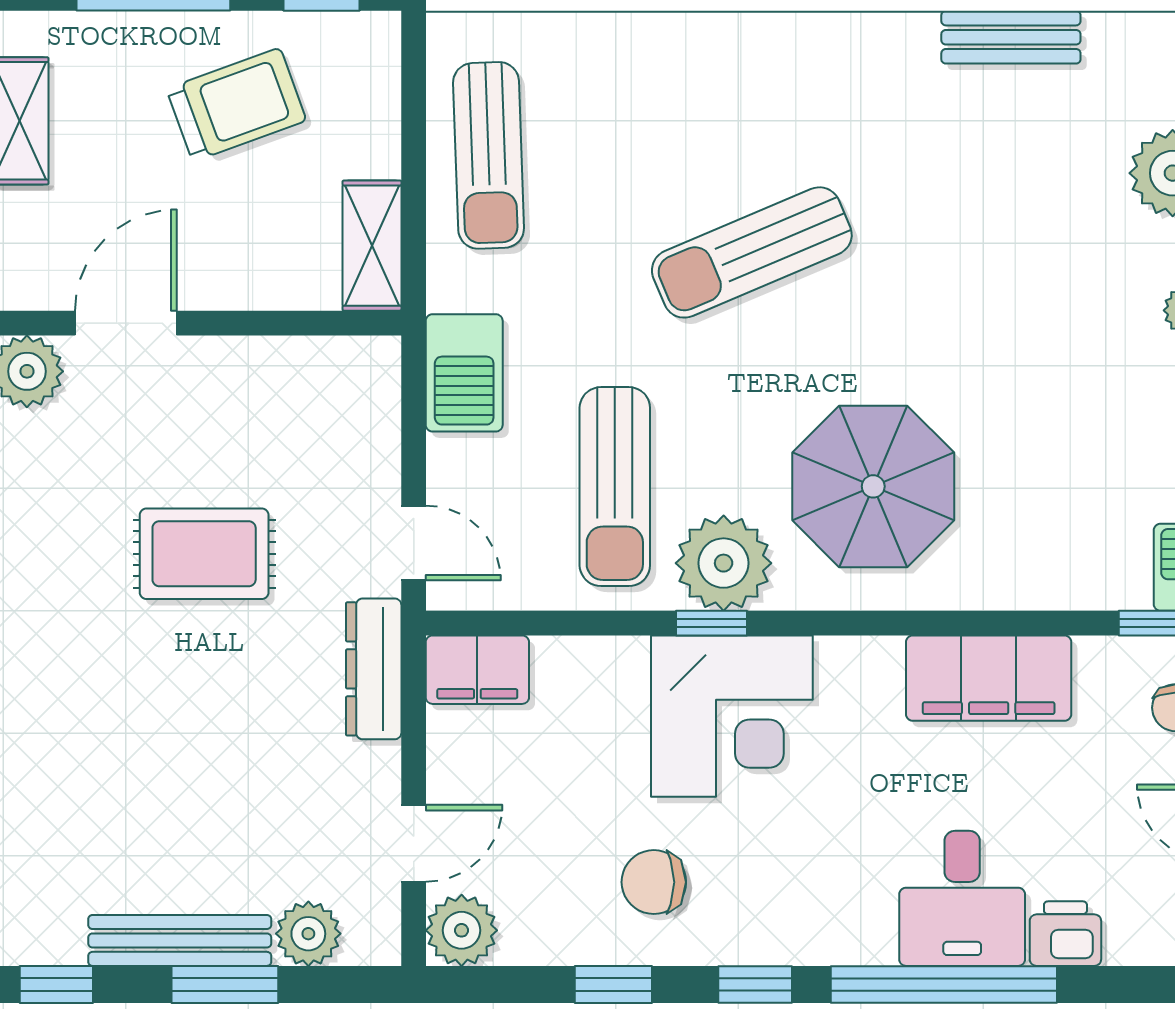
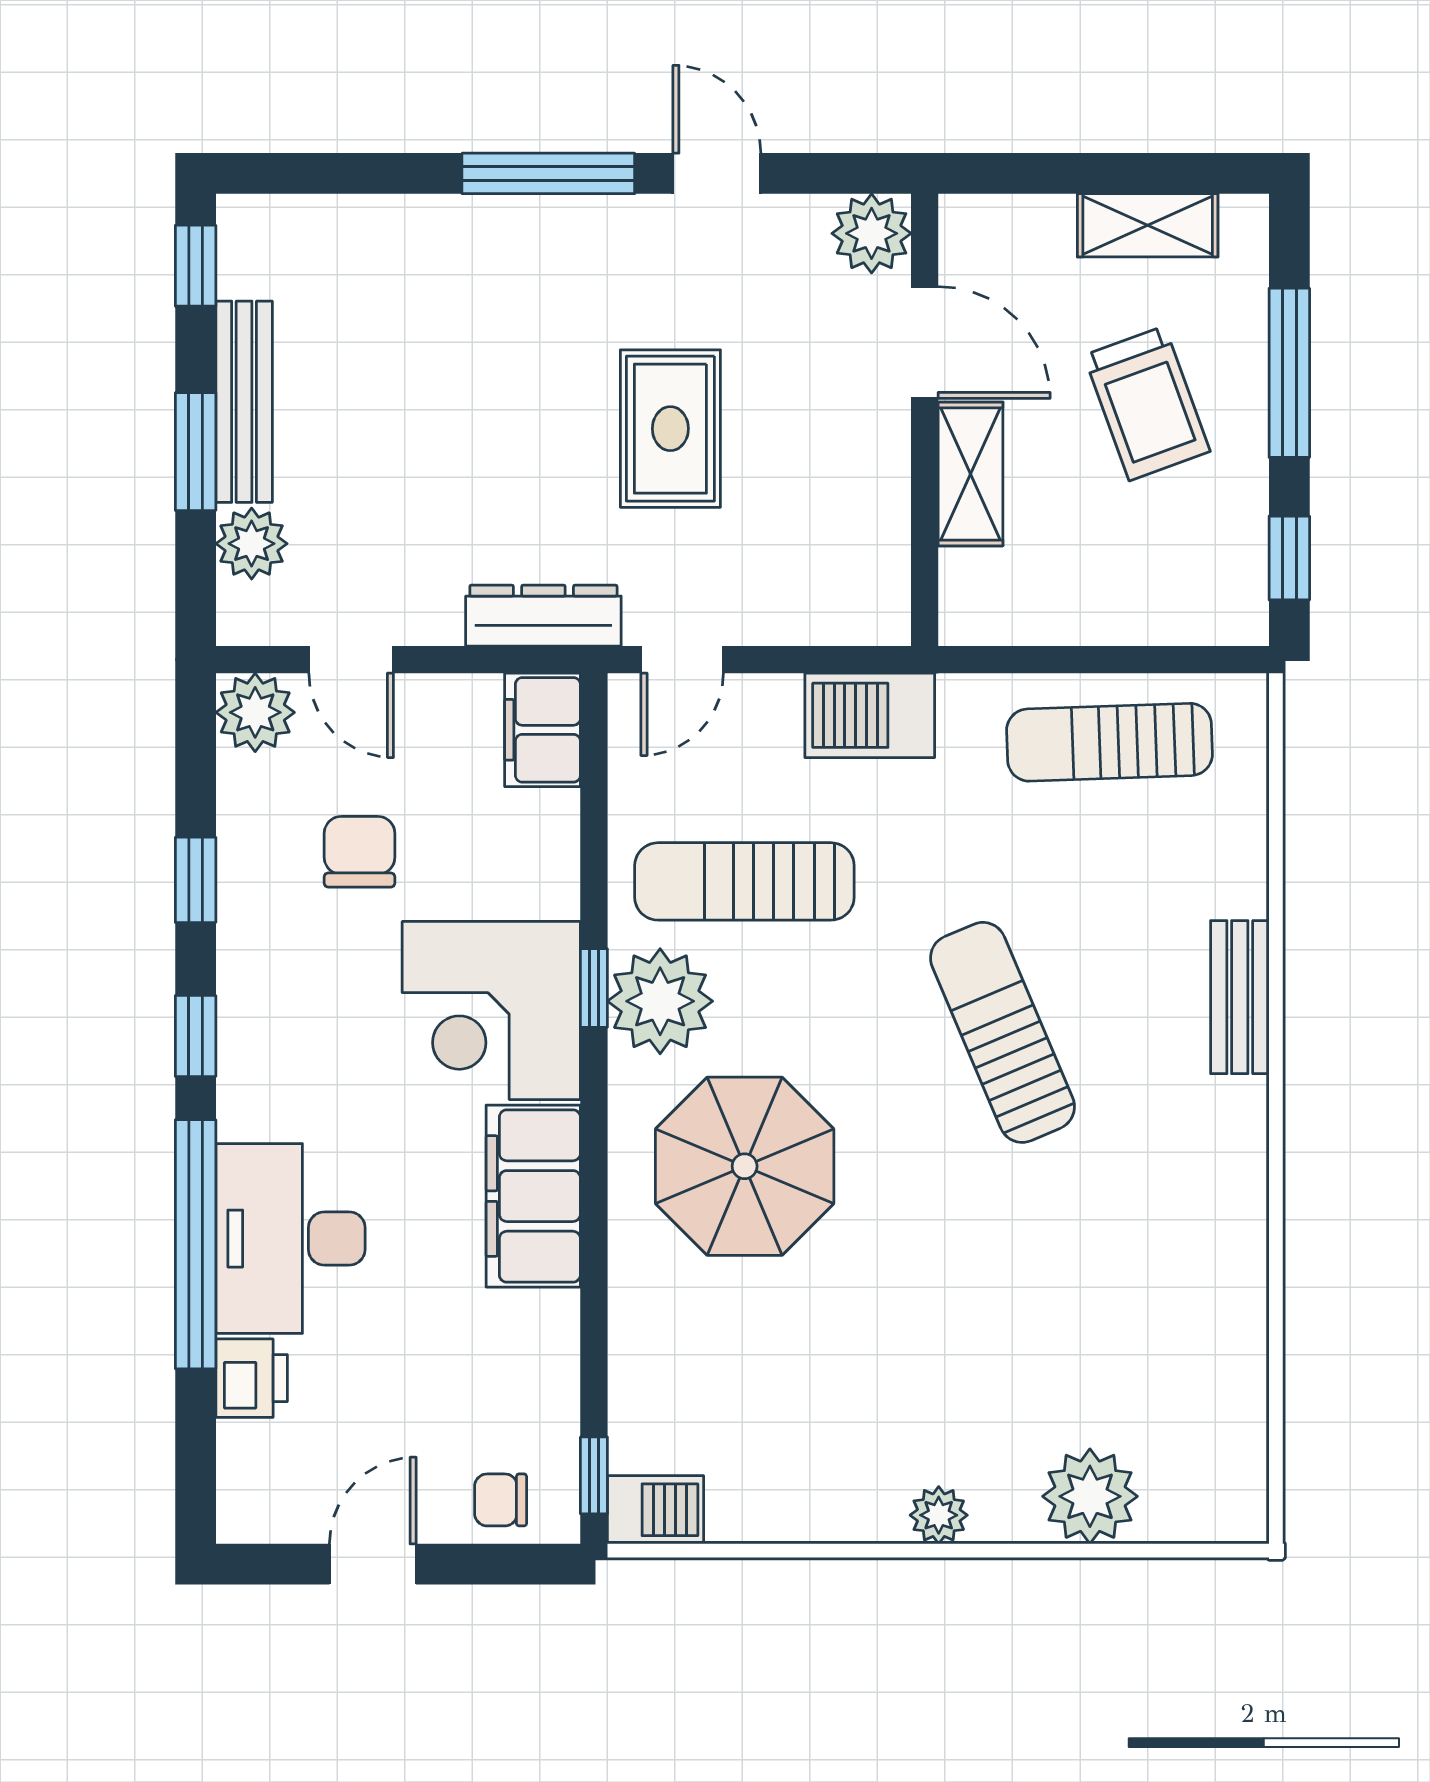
bench: (1011, 37) -> (1240, 997), moved
trolley: (236, 105) -> (1147, 403), moved
shelving: (372, 246) -> (971, 474), moved, turned 90
filing cabinet: (989, 678) -> (533, 1196), moved
chair: (654, 882) -> (360, 852), moved
desk: (962, 898) -> (290, 1239), width x1.37

